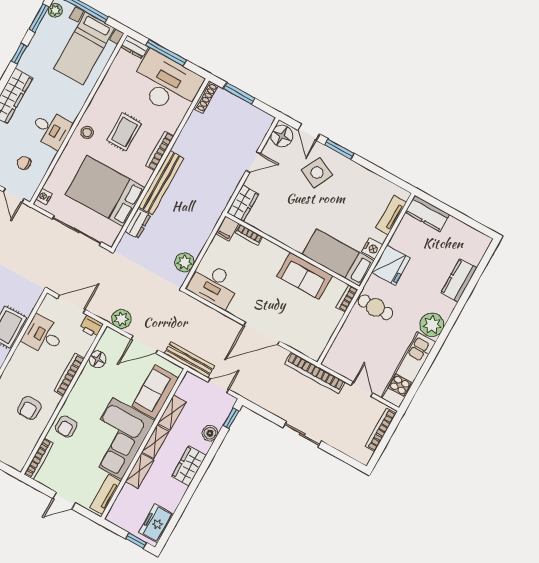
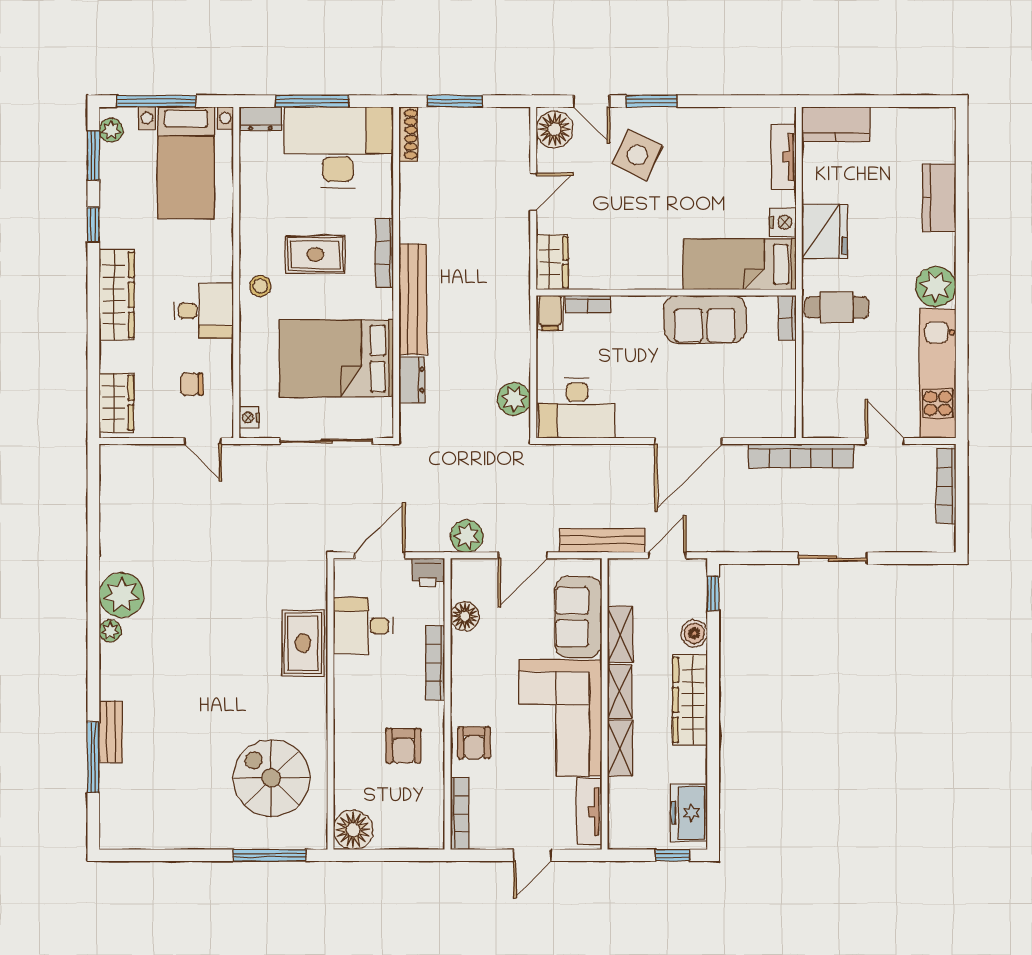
rug: (124, 132) -> (315, 254), turned 90
wardrobe: (189, 466) -> (690, 700), width x1.50

